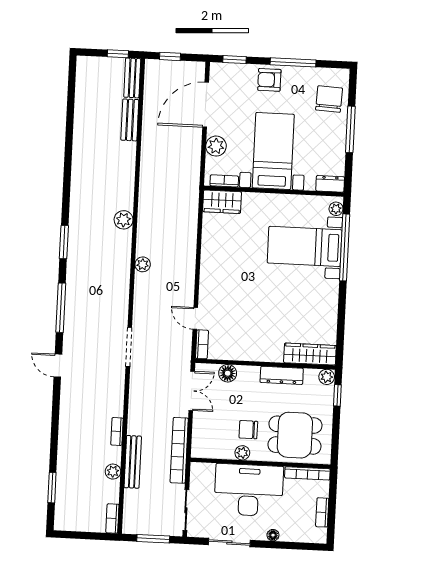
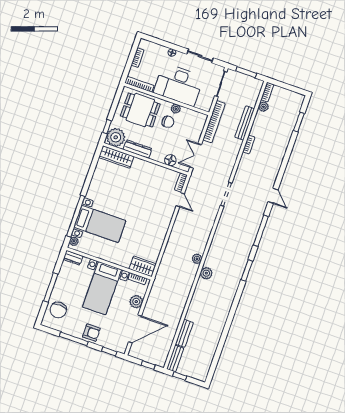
plant: (143, 264) -> (197, 259), moved
plant: (327, 377) -> (116, 137), width x1.88, depth x1.88
plant: (113, 472) -> (263, 107), moved

